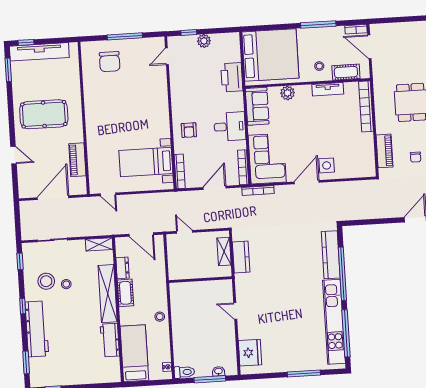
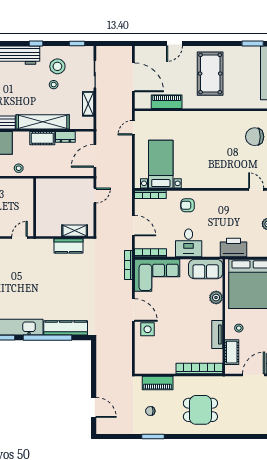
shelving: (99, 244) -> (88, 104), moved
wall: (200, 280) -> (35, 207), moved

